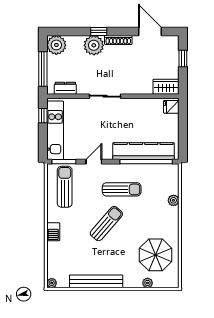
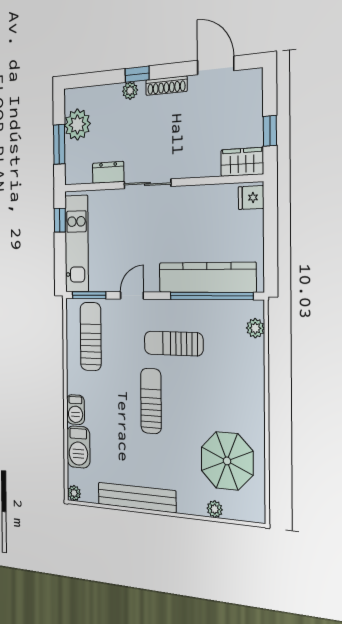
plant: (56, 45) -> (77, 125), moved
plant: (94, 45) -> (130, 91), width x0.53, depth x0.53
window: (183, 58) -> (270, 131), moved
window: (43, 69) -> (59, 144), width x0.69
dresser: (65, 88) -> (108, 172), moved
sun lounger: (122, 189) -> (173, 344), turned 180
plant: (173, 200) -> (255, 328), moved
sun lounger: (106, 224) -> (151, 401), turned -41
barbecue: (55, 255) -> (78, 447), added

